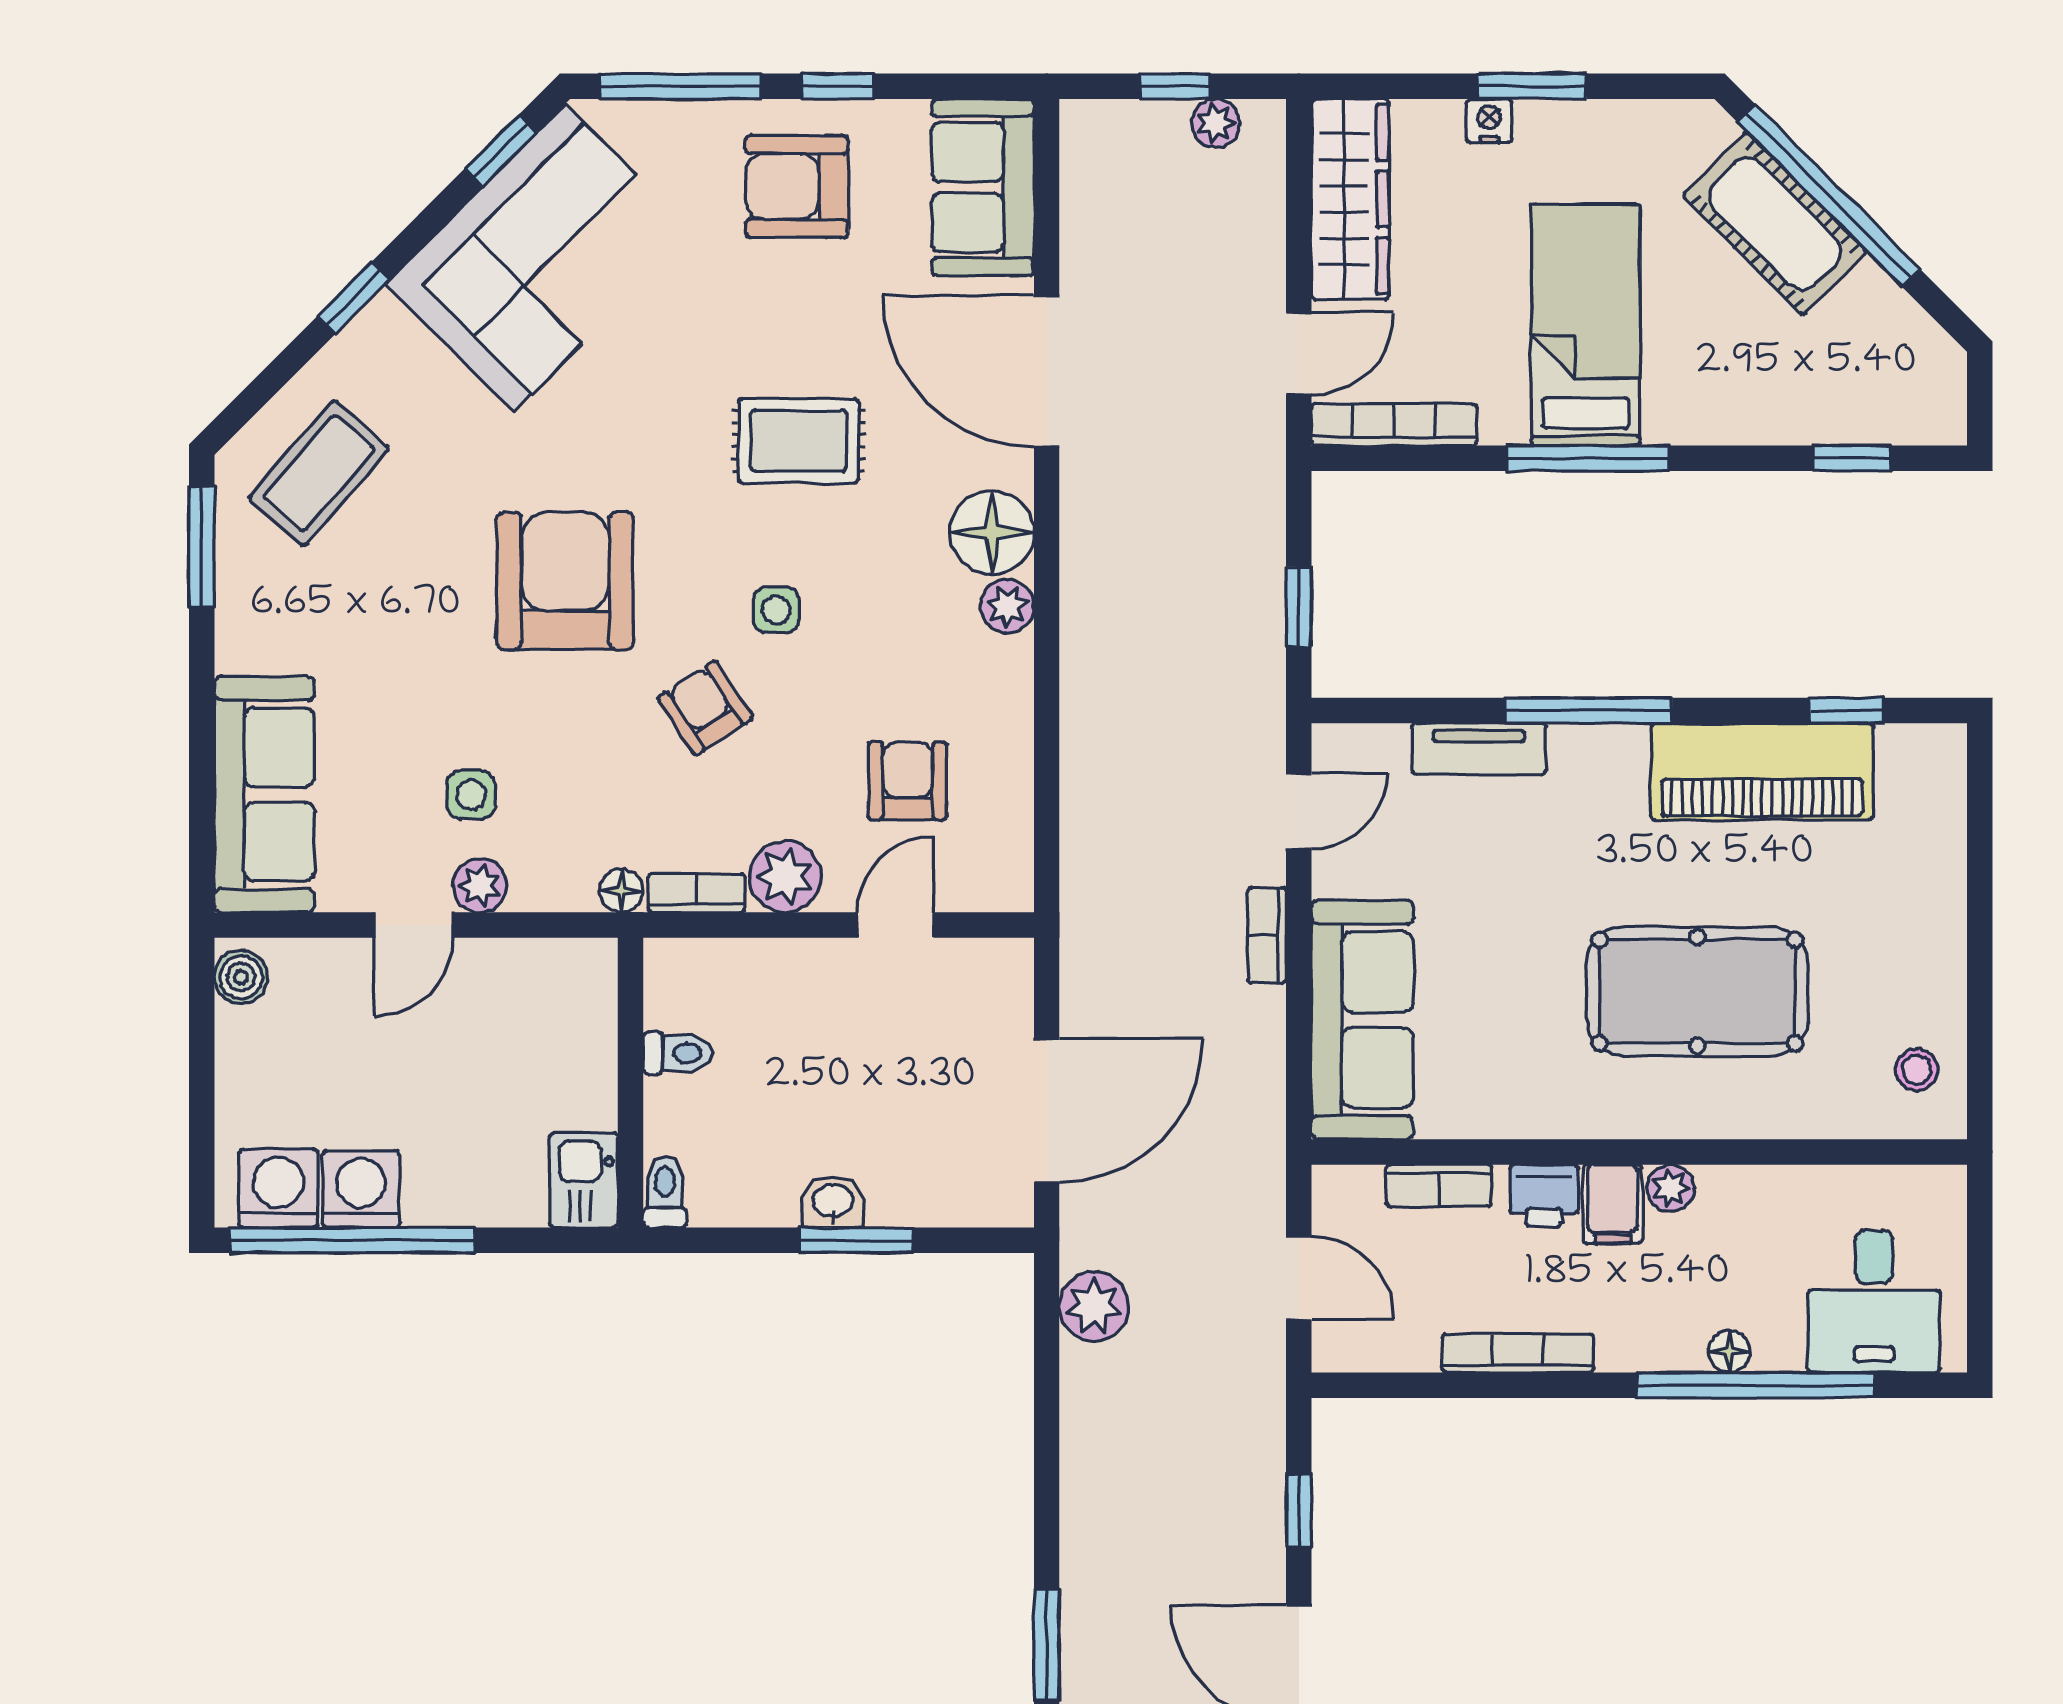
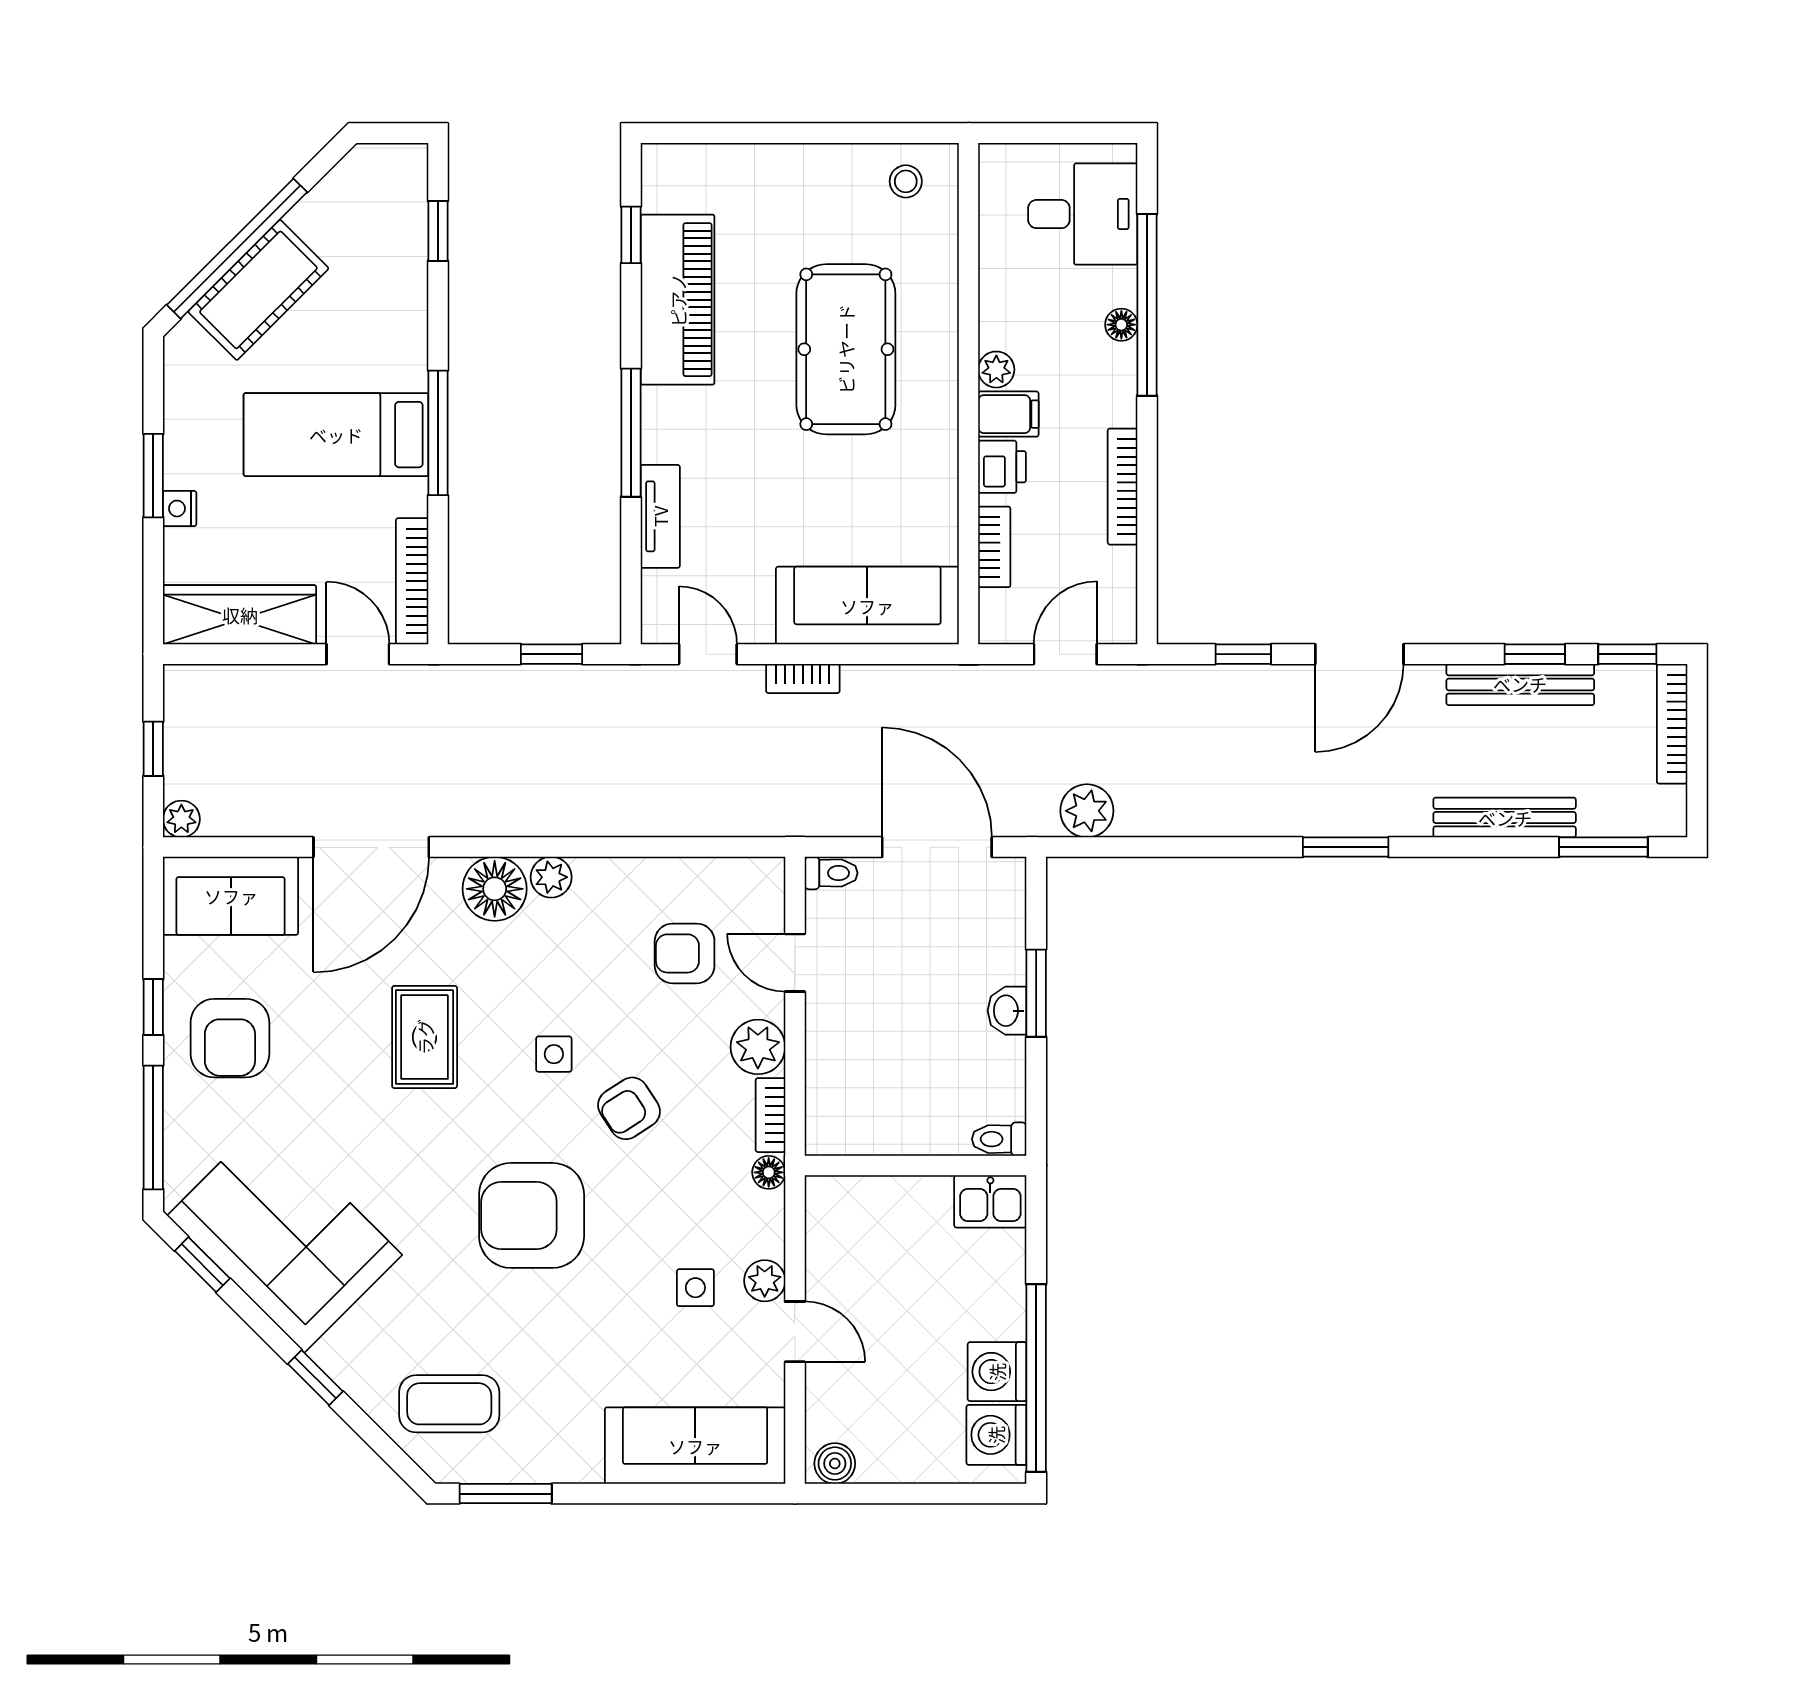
plant: (1216, 123) -> (181, 819), moved
coffee table: (319, 473) -> (449, 1404), turned -41
toilet: (678, 1053) -> (831, 873), moved, turned 90

